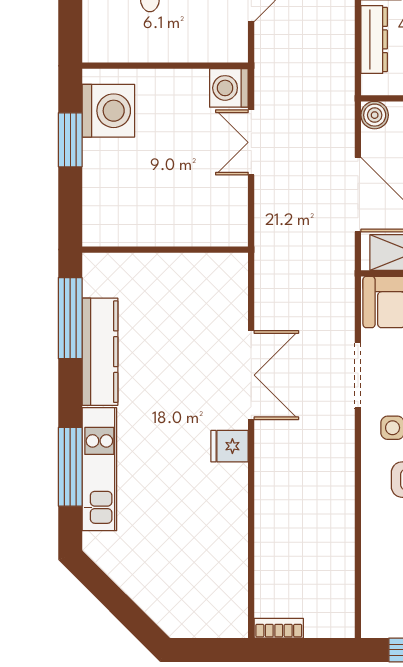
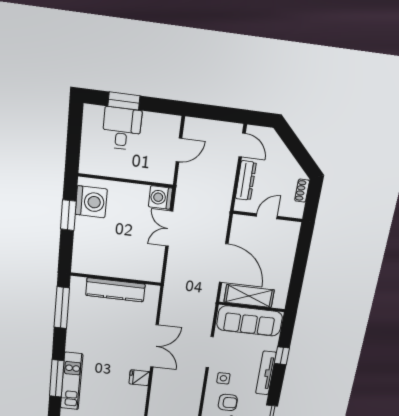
boiler: (375, 115) -> (239, 222), removed
kitchen counter: (100, 352) -> (115, 290), moved, turned 90

